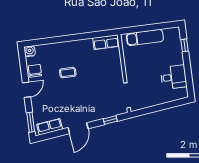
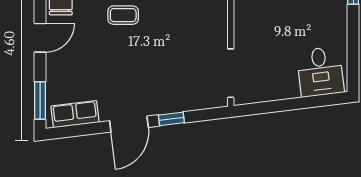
desk: (174, 77) -> (320, 72), moved, turned 83
window: (110, 120) -> (171, 119), moved

